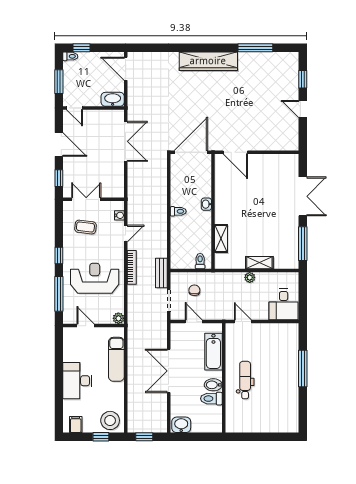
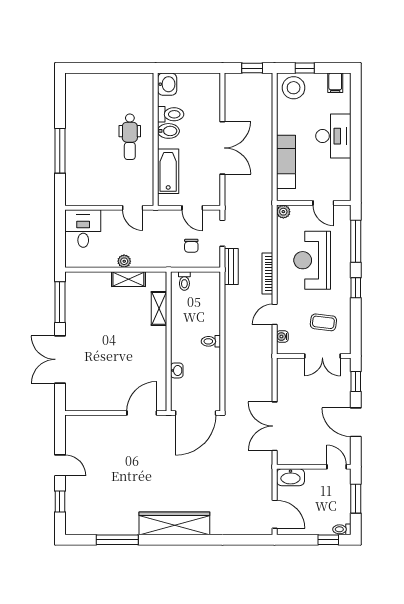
door: (235, 152) -> (142, 413), hinge flipped
washbasin: (206, 204) -> (177, 370), moved
shelving: (259, 263) -> (128, 279), moved
reception desk: (95, 278) -> (312, 260), turned 90
washbasin: (181, 425) -> (167, 84), moved, turned -90

